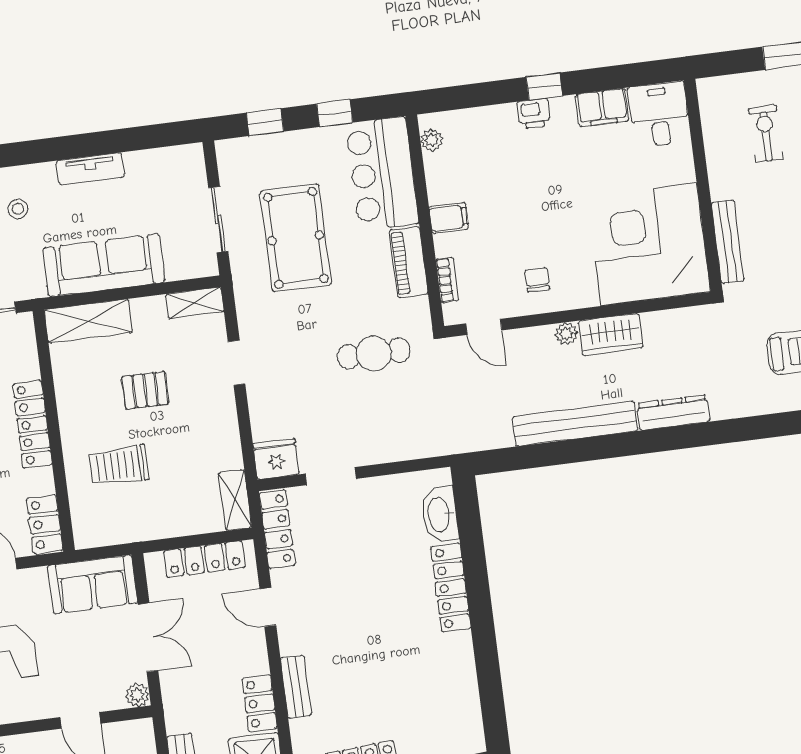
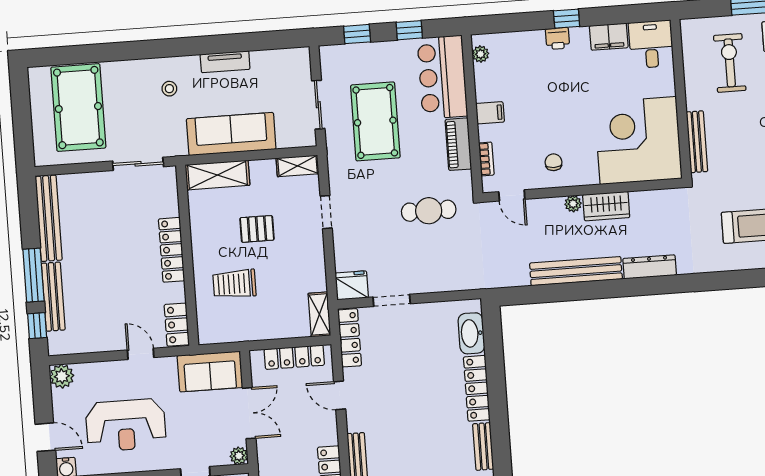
exercise bike: (766, 134) -> (730, 63), width x1.38, depth x1.39
bench: (464, 665) -> (483, 446), added

